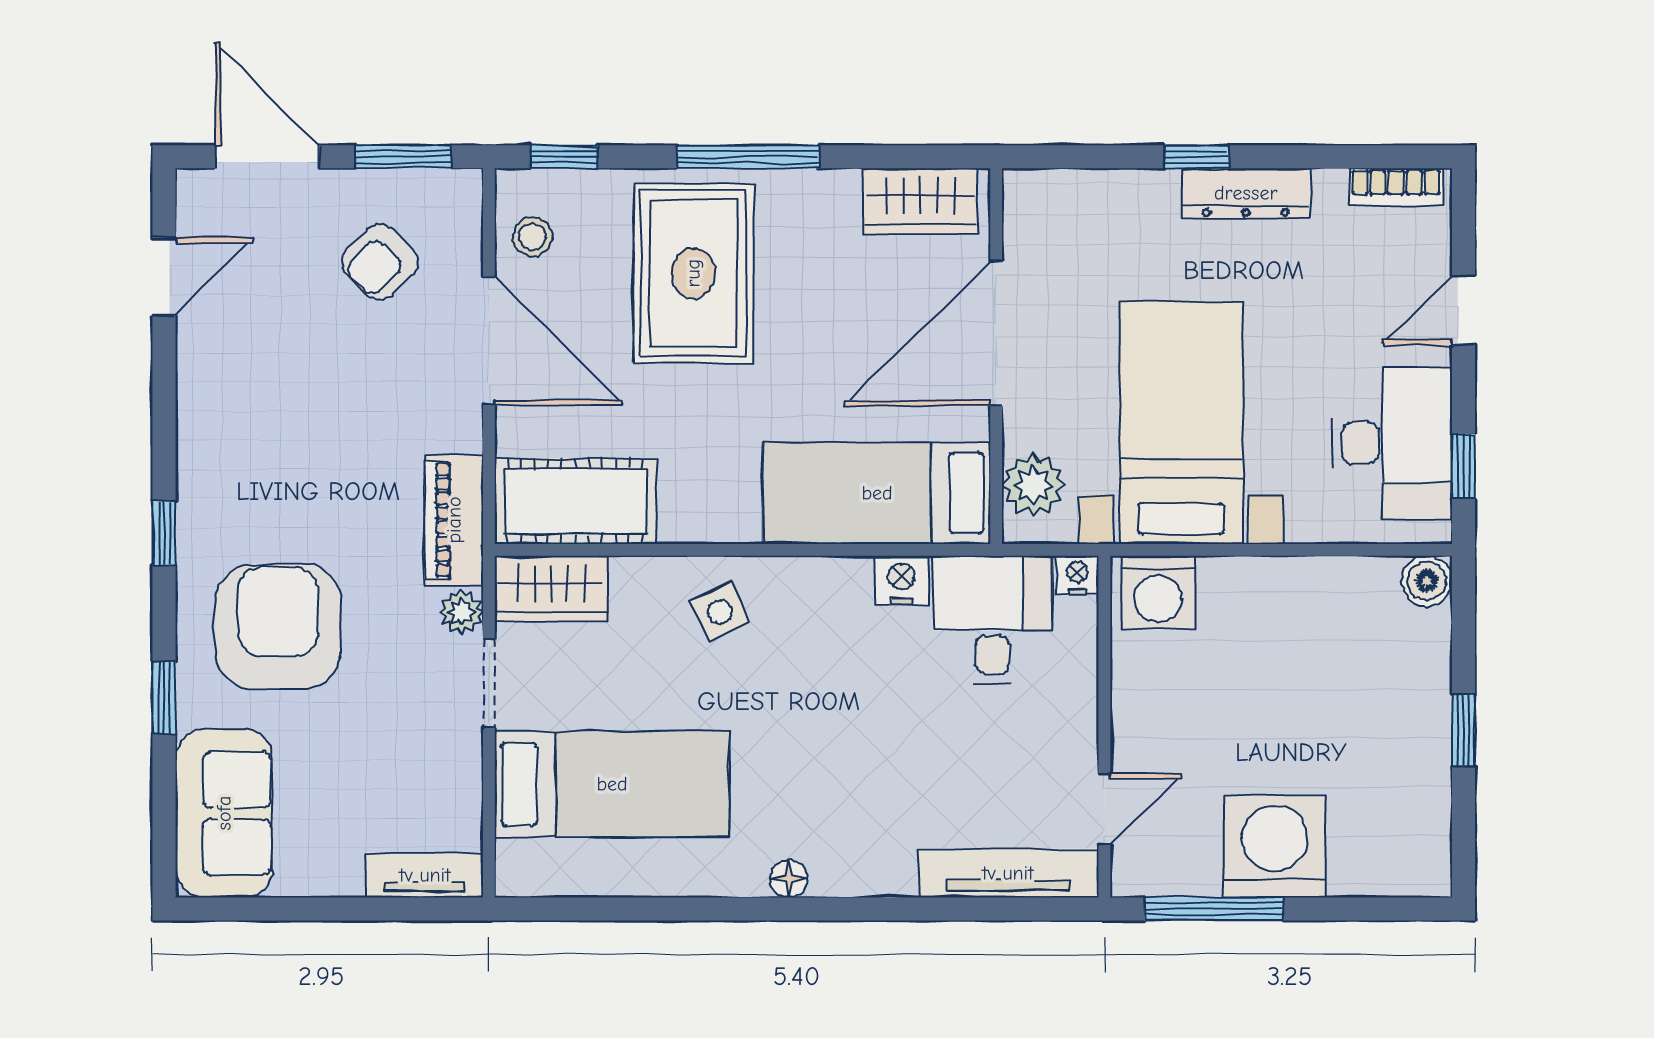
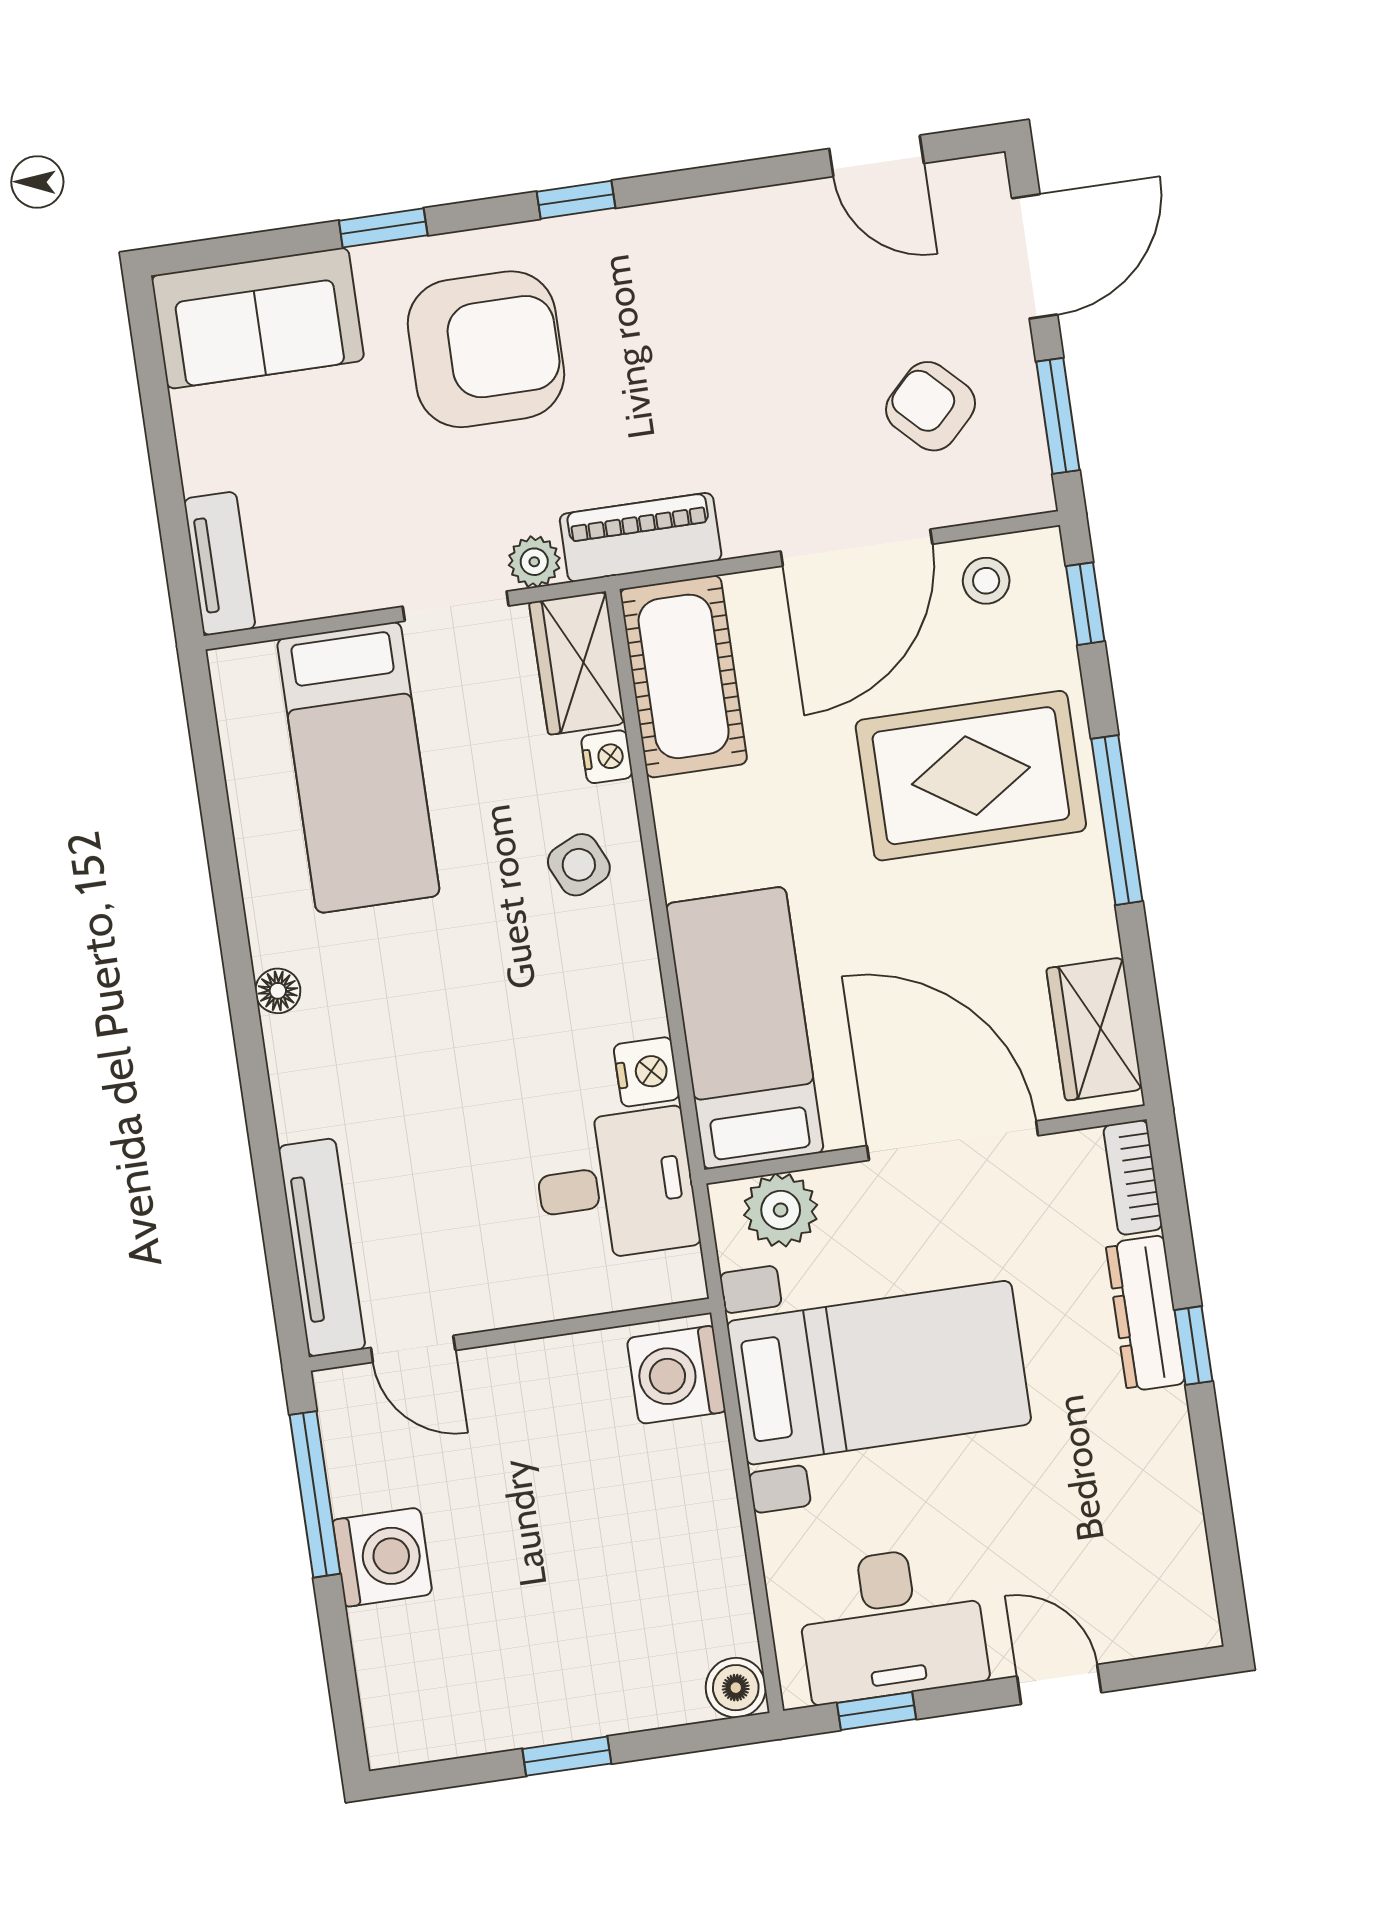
bookcase: (1396, 187) -> (1133, 1177), moved
dresser: (1246, 193) -> (1145, 1313), moved
nightstand: (1077, 575) -> (607, 757), moved
washing machine: (1275, 846) -> (382, 1557), width x0.73, depth x0.73

